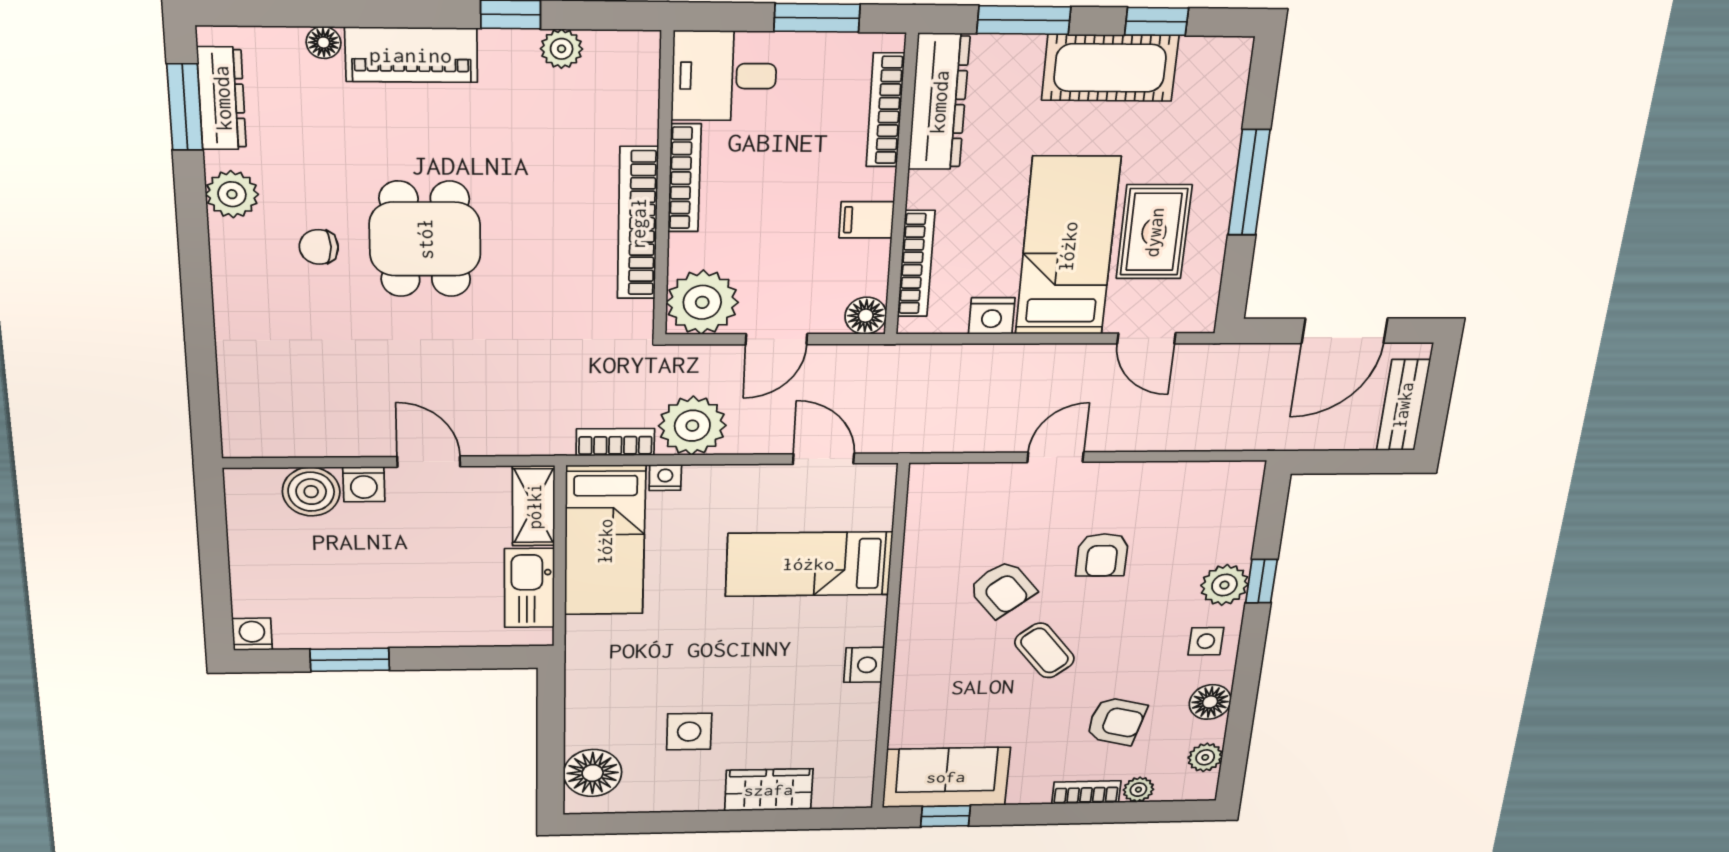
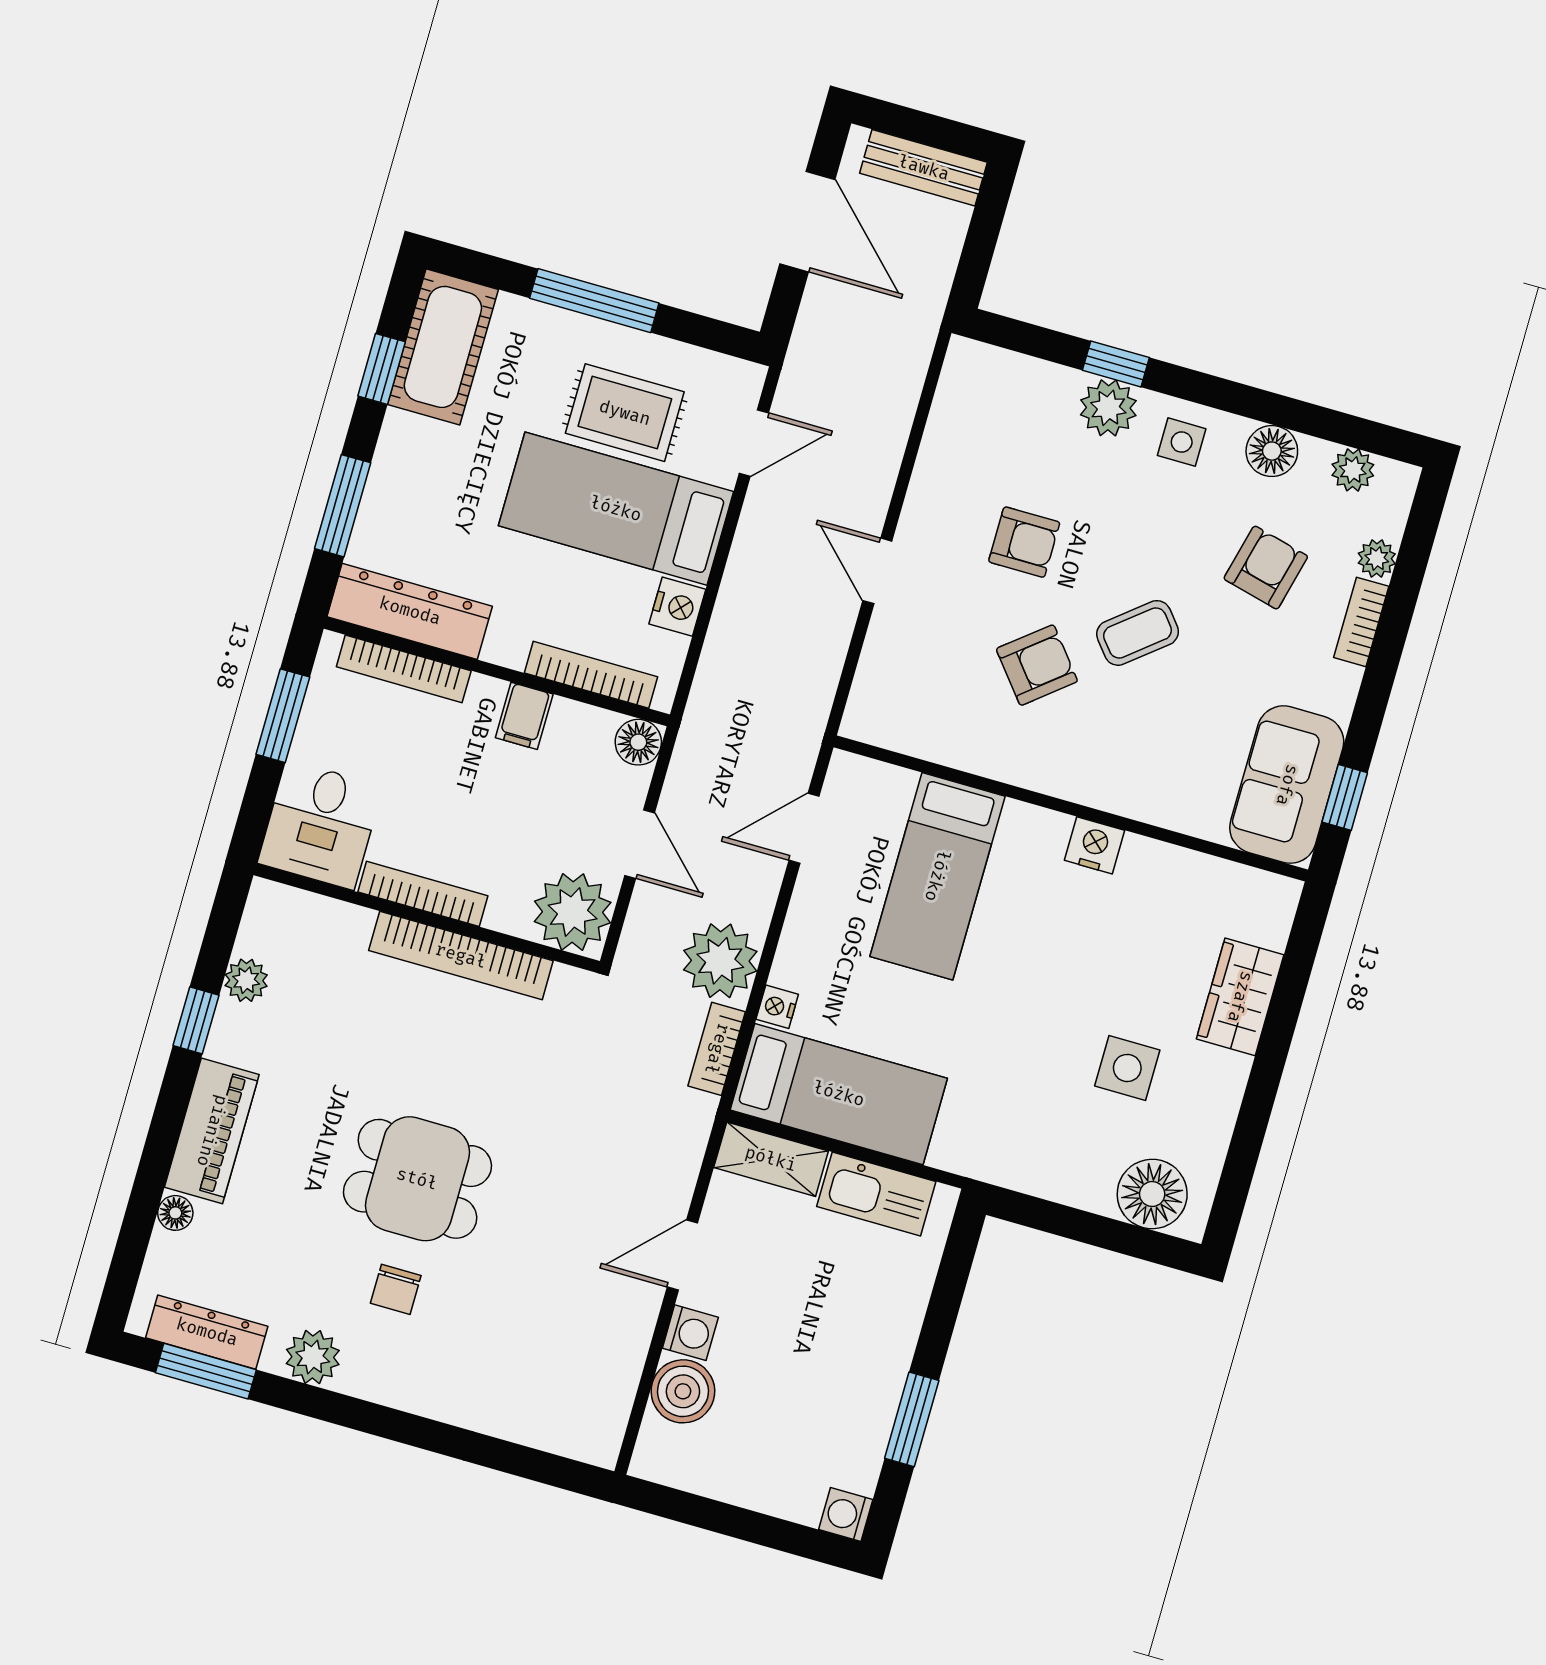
cot: (1110, 68) -> (443, 347), moved

